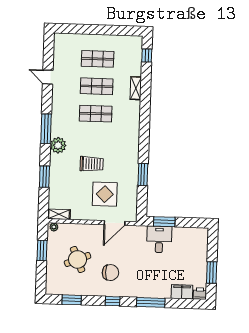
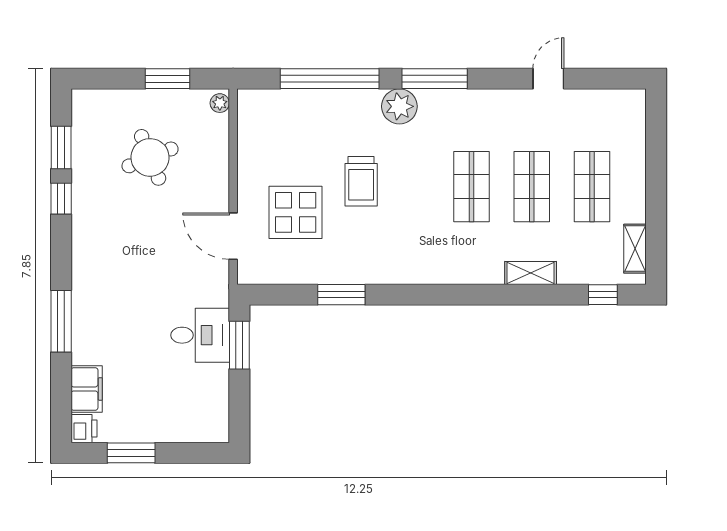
window: (44, 177) -> (330, 79), width x2.11
shelving: (59, 214) -> (635, 249), moved
chair: (110, 273) -> (124, 231), removed
window: (113, 301) -> (61, 199), moved

